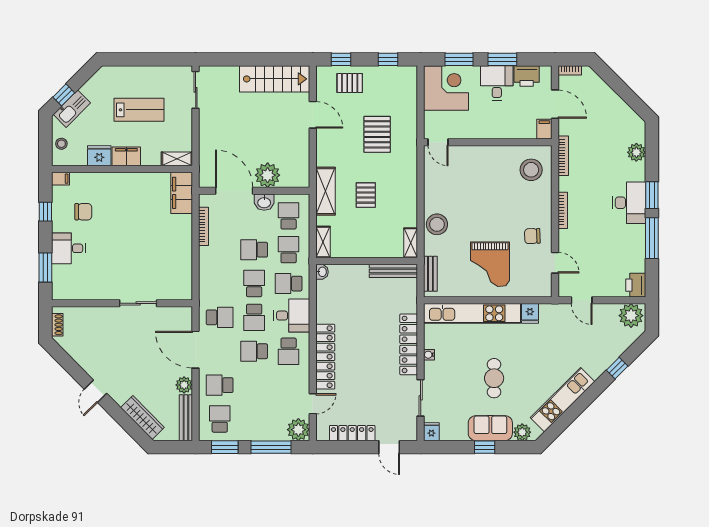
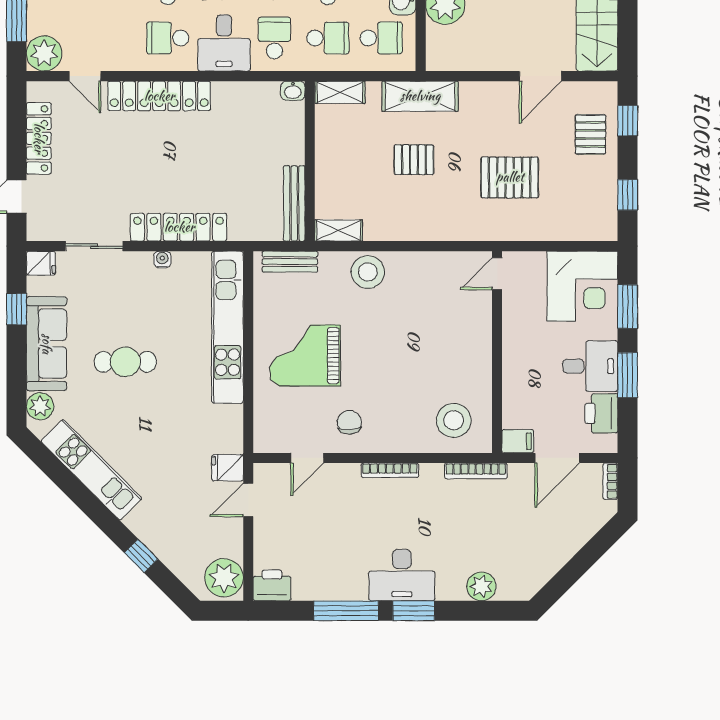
fridge: (530, 313) -> (227, 468), moved
sofa: (490, 428) -> (47, 344), width x1.36
window: (485, 447) -> (17, 309), moved

